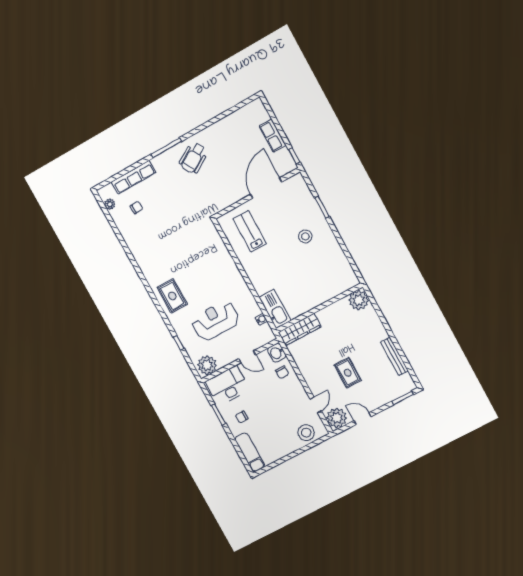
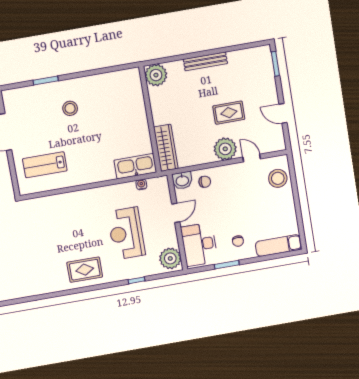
bench: (394, 356) -> (205, 61), moved
plant: (337, 418) -> (225, 149), moved
door: (363, 419) -> (283, 113), hinge flipped

